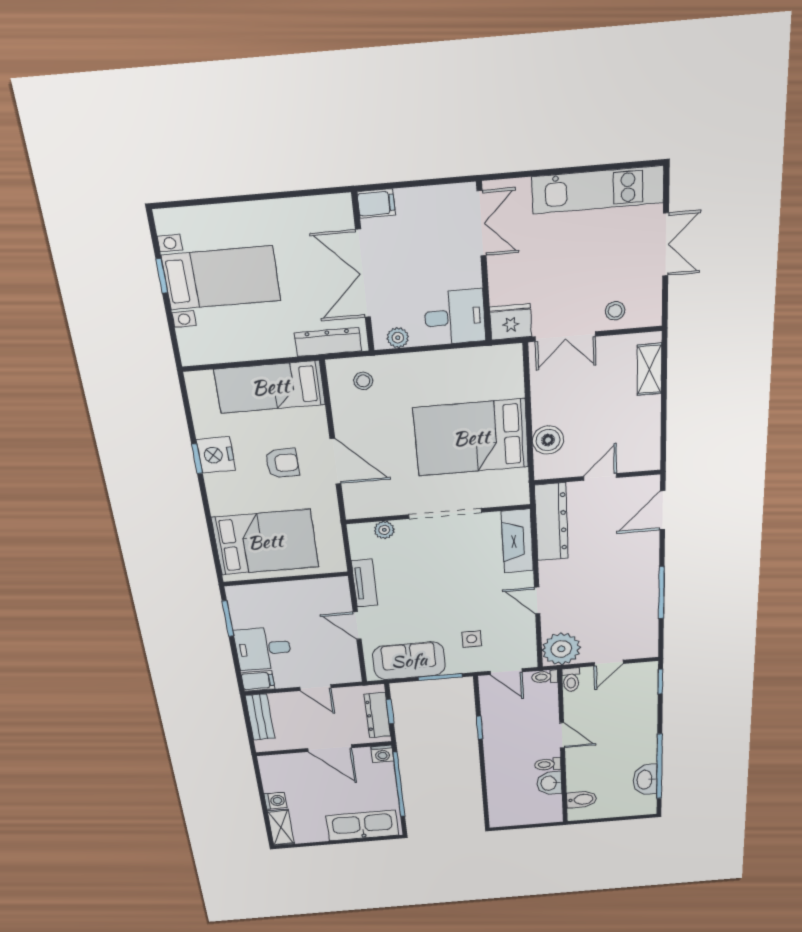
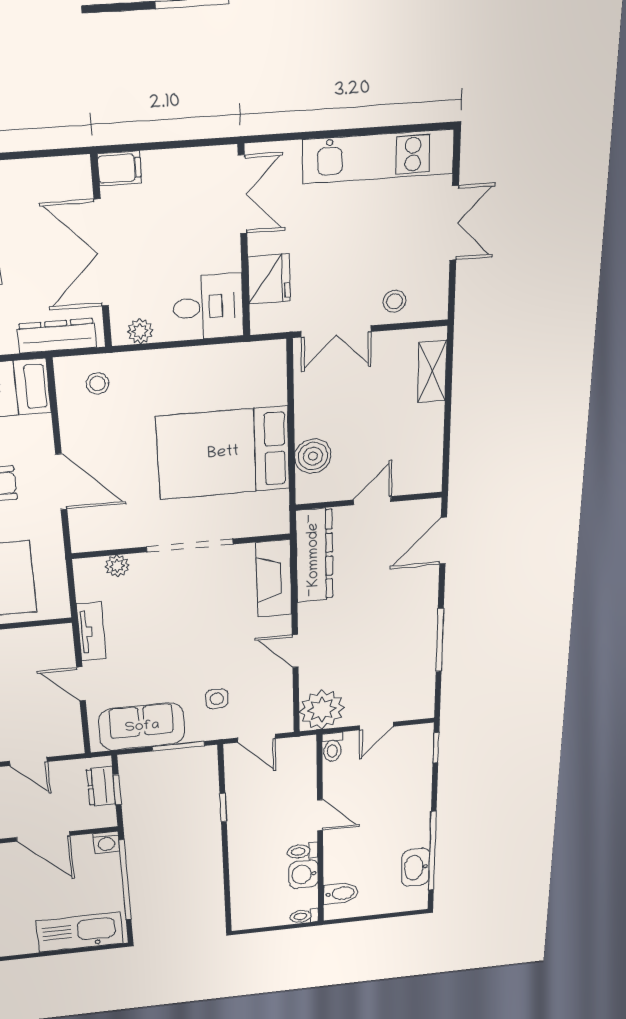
fridge: (511, 322) -> (269, 279), moved, turned 90
toilet: (545, 677) -> (304, 916), moved
dresser: (377, 715) -> (101, 786), width x0.70

